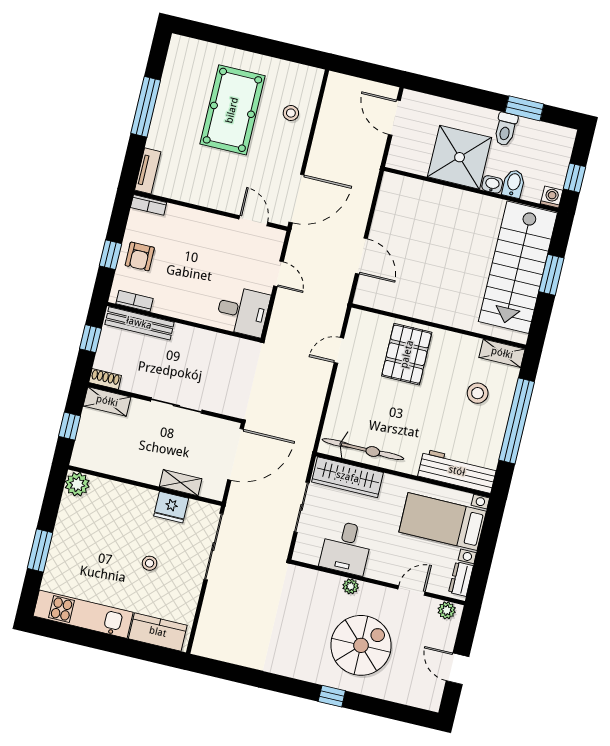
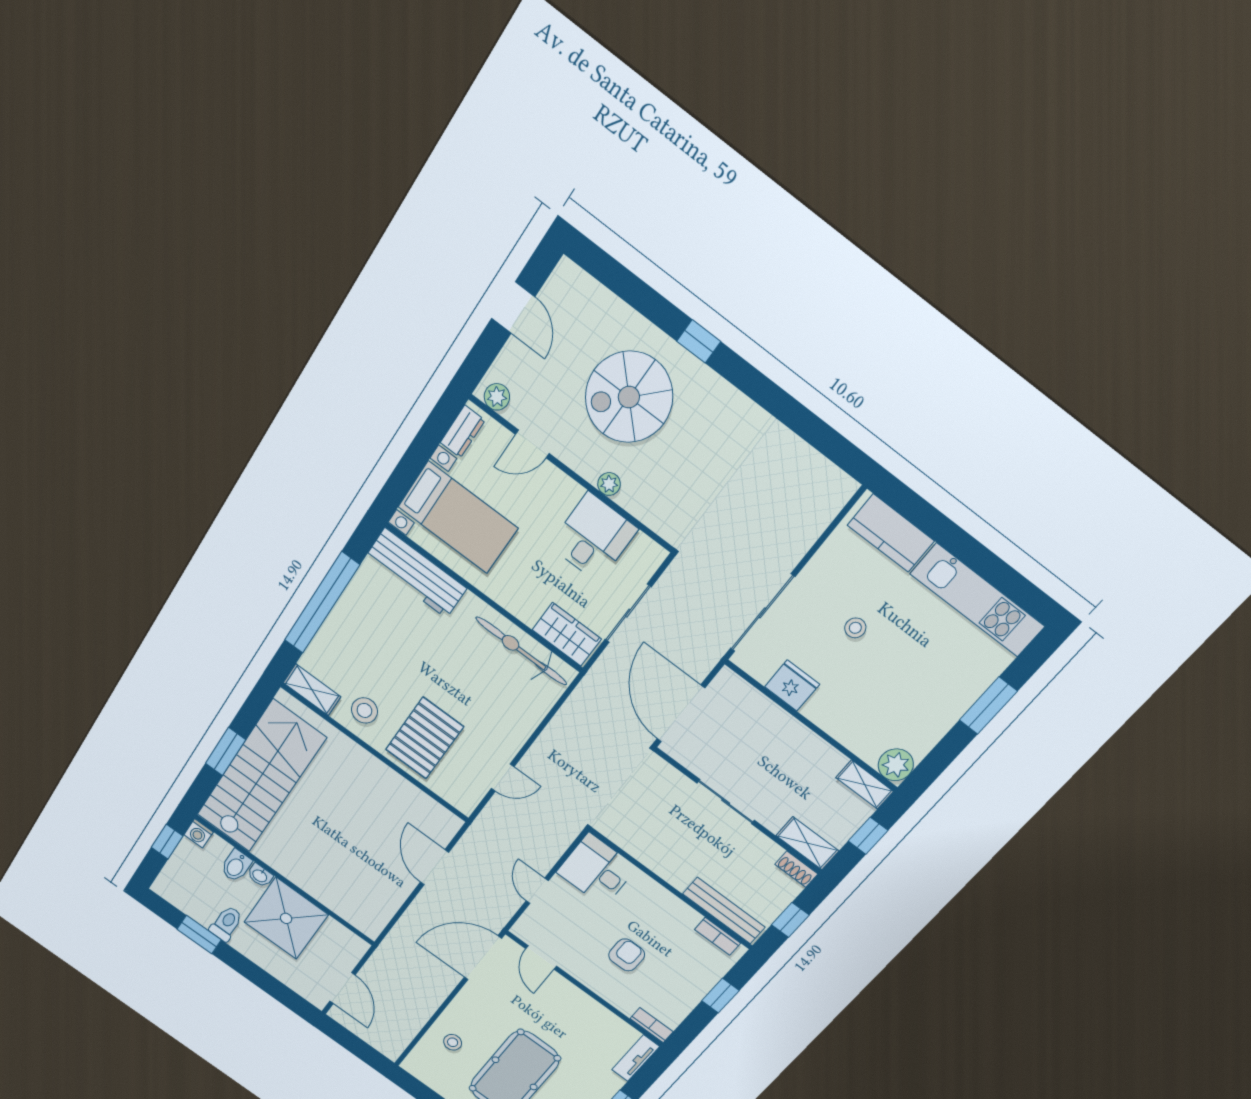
armchair: (140, 256) -> (627, 955), moved
stool: (478, 393) -> (364, 710), moved
door: (235, 454) -> (681, 714), hinge flipped
wardrobe: (348, 477) -> (567, 634), width x0.67
shelving: (181, 483) -> (865, 785), moved

